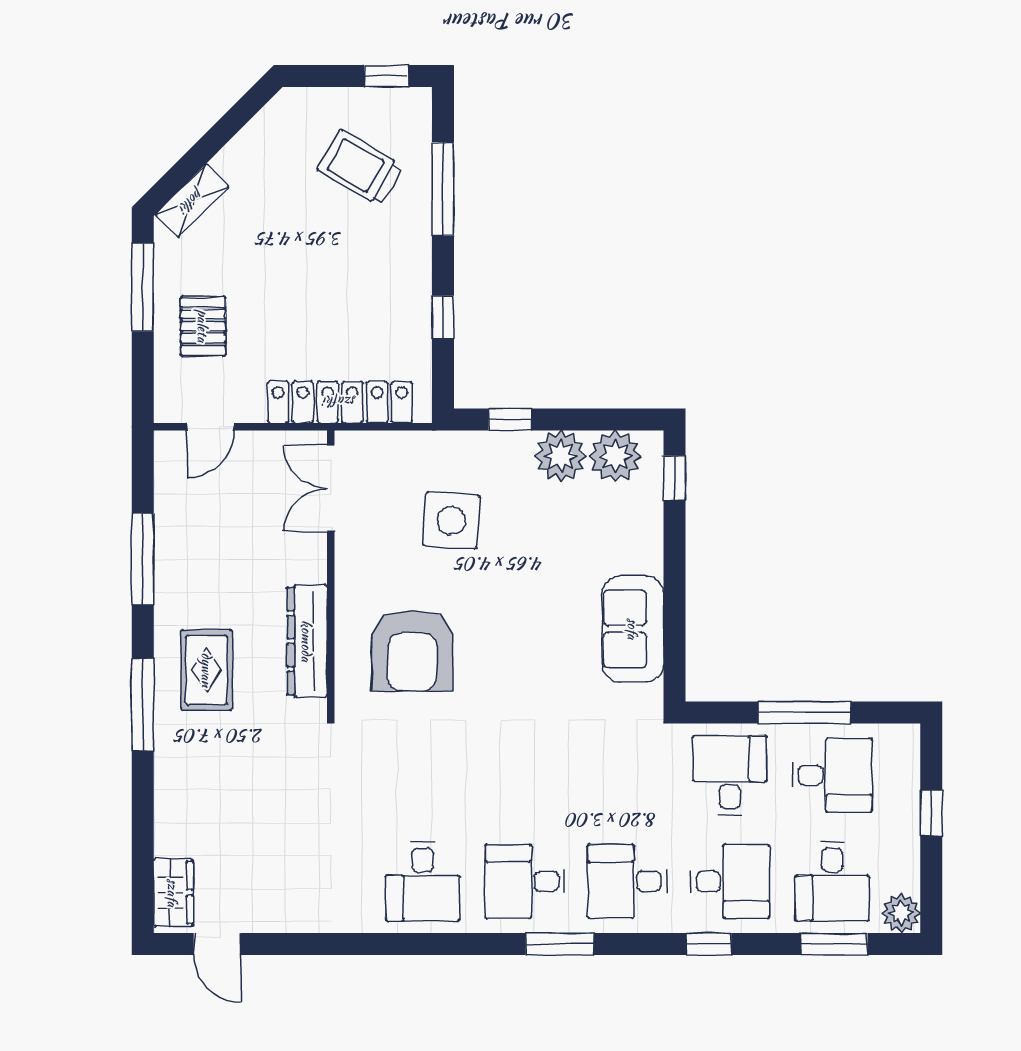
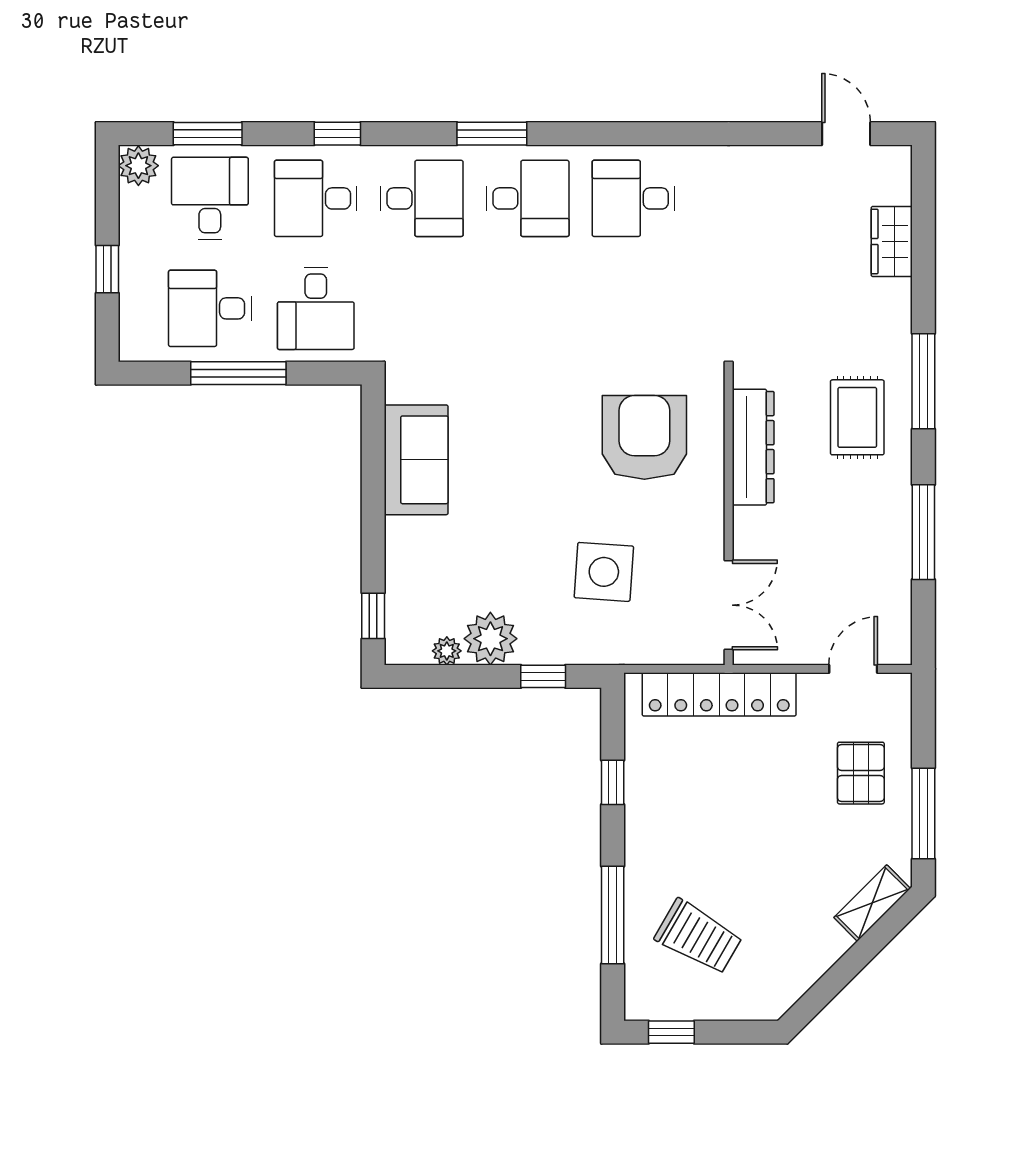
plant: (615, 456) -> (447, 651), width x0.53, depth x0.53
desk: (423, 881) -> (634, 198), turned -90
wardrobe: (173, 893) -> (892, 241), moved

